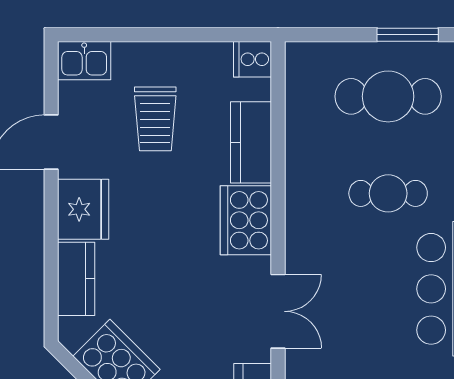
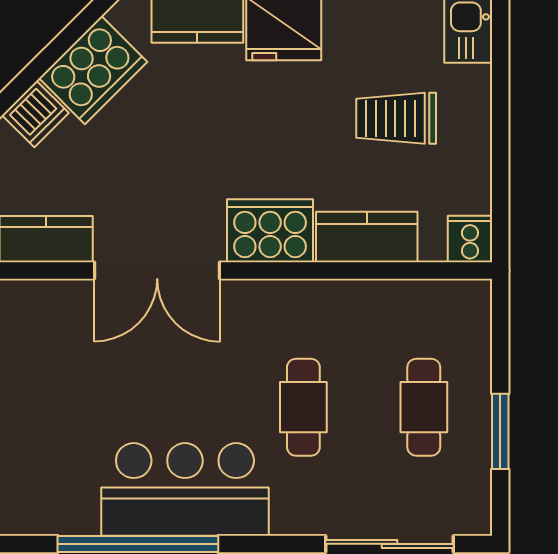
cafe table: (388, 96) -> (424, 407), width x0.73, depth x0.74
double door: (278, 311) -> (157, 271), width x1.37

